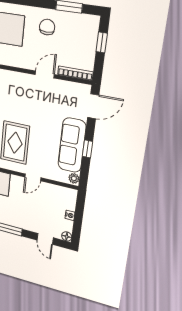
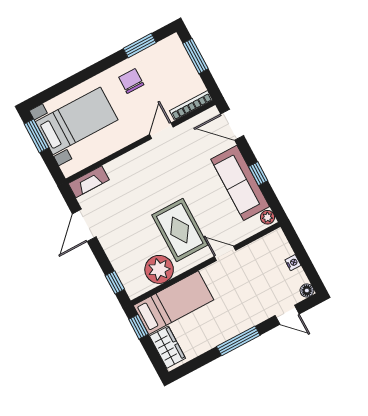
window: (102, 42) -> (195, 56), width x1.50
door: (93, 106) -> (232, 125), swing flipped
door: (33, 177) -> (225, 253), swing flipped

